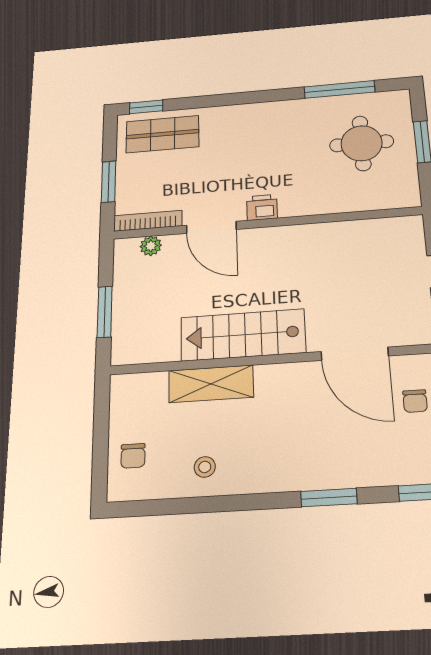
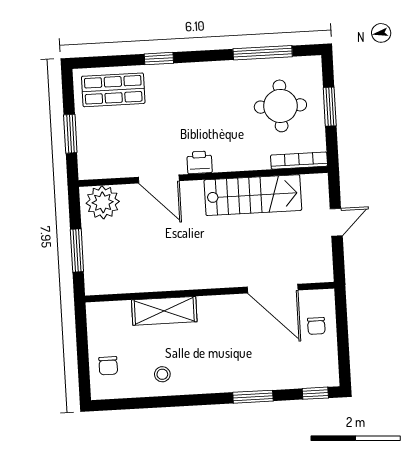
window: (146, 107) -> (159, 59), moved
bookcase: (148, 221) -> (299, 161), moved
plant: (151, 246) -> (103, 202), width x1.87, depth x1.87
stairs: (243, 335) -> (253, 195), moved, turned 180

